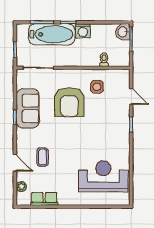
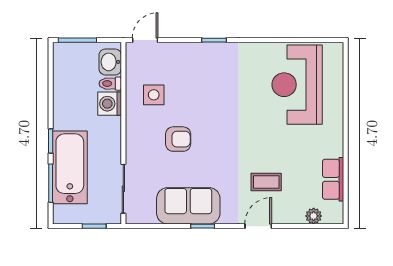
washing machine: (83, 31) -> (110, 104), moved, turned 180
washbasin: (123, 32) -> (110, 62), moved, turned 90
door: (131, 96) -> (145, 40), moved
armchair: (69, 102) -> (178, 139), width x0.53, depth x0.53
door: (15, 163) -> (258, 226), moved

